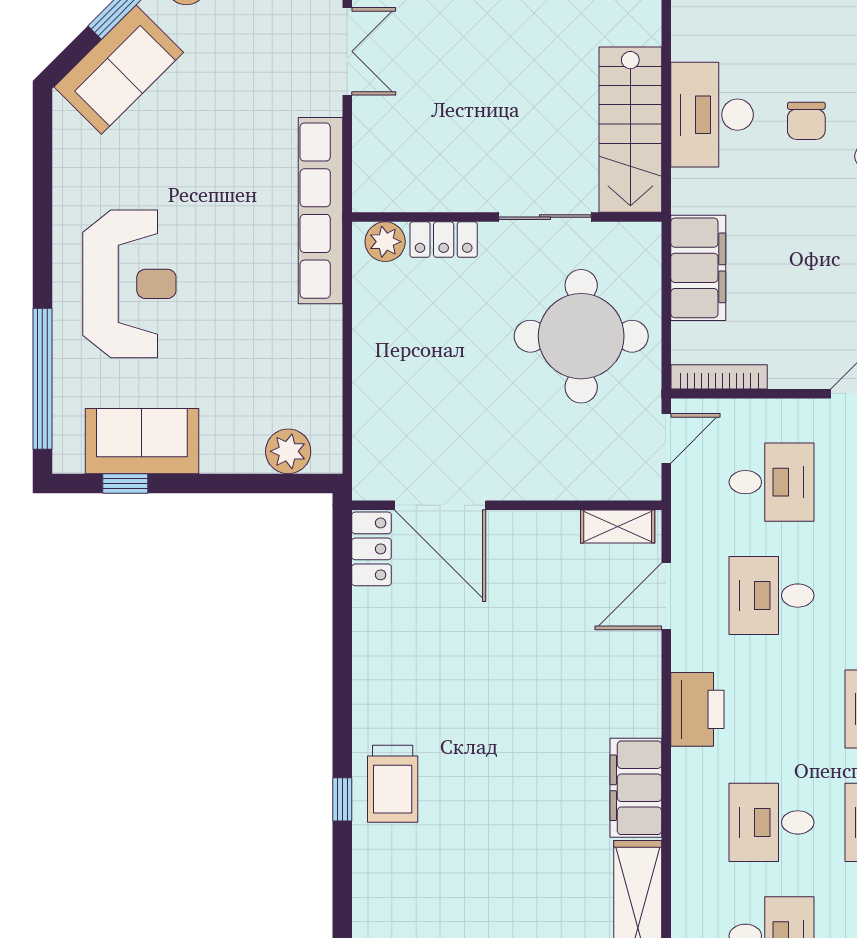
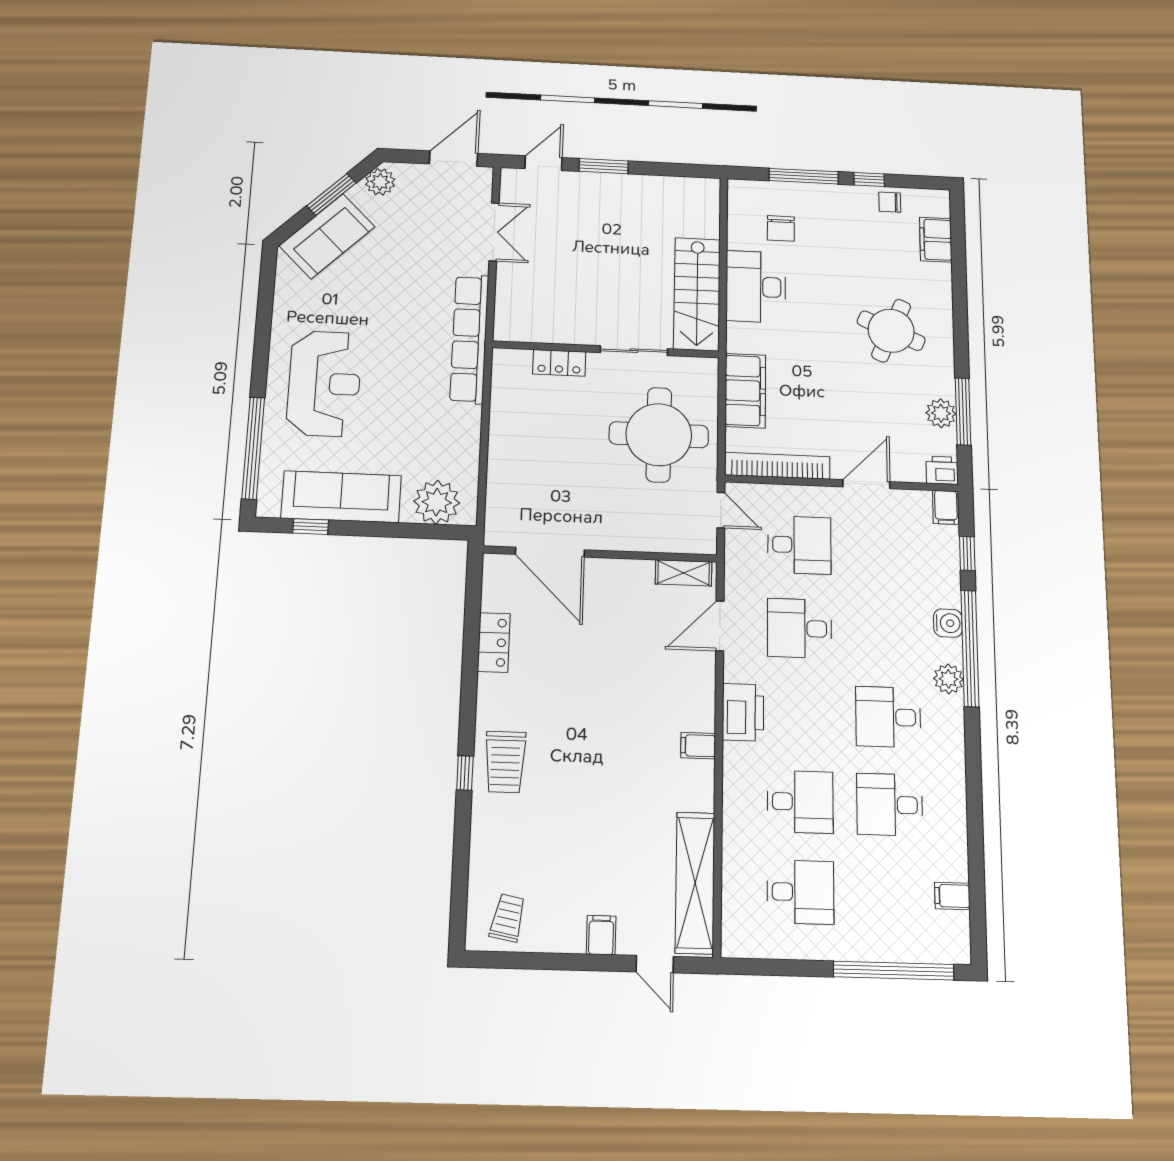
chair: (806, 121) -> (781, 228), moved
plant: (385, 242) -> (516, 362), removed
bookcase: (719, 377) -> (777, 466), width x1.48, depth x1.31
door: (666, 438) -> (721, 510), hinge flipped
sofa: (142, 441) -> (341, 497), width x1.36
plant: (288, 451) -> (437, 502), width x1.36, depth x1.36
locker: (372, 549) -> (494, 643), moved
filing cabinet: (636, 788) -> (698, 746), width x0.33, depth x0.86
desk: (772, 822) -> (800, 802), turned 180

